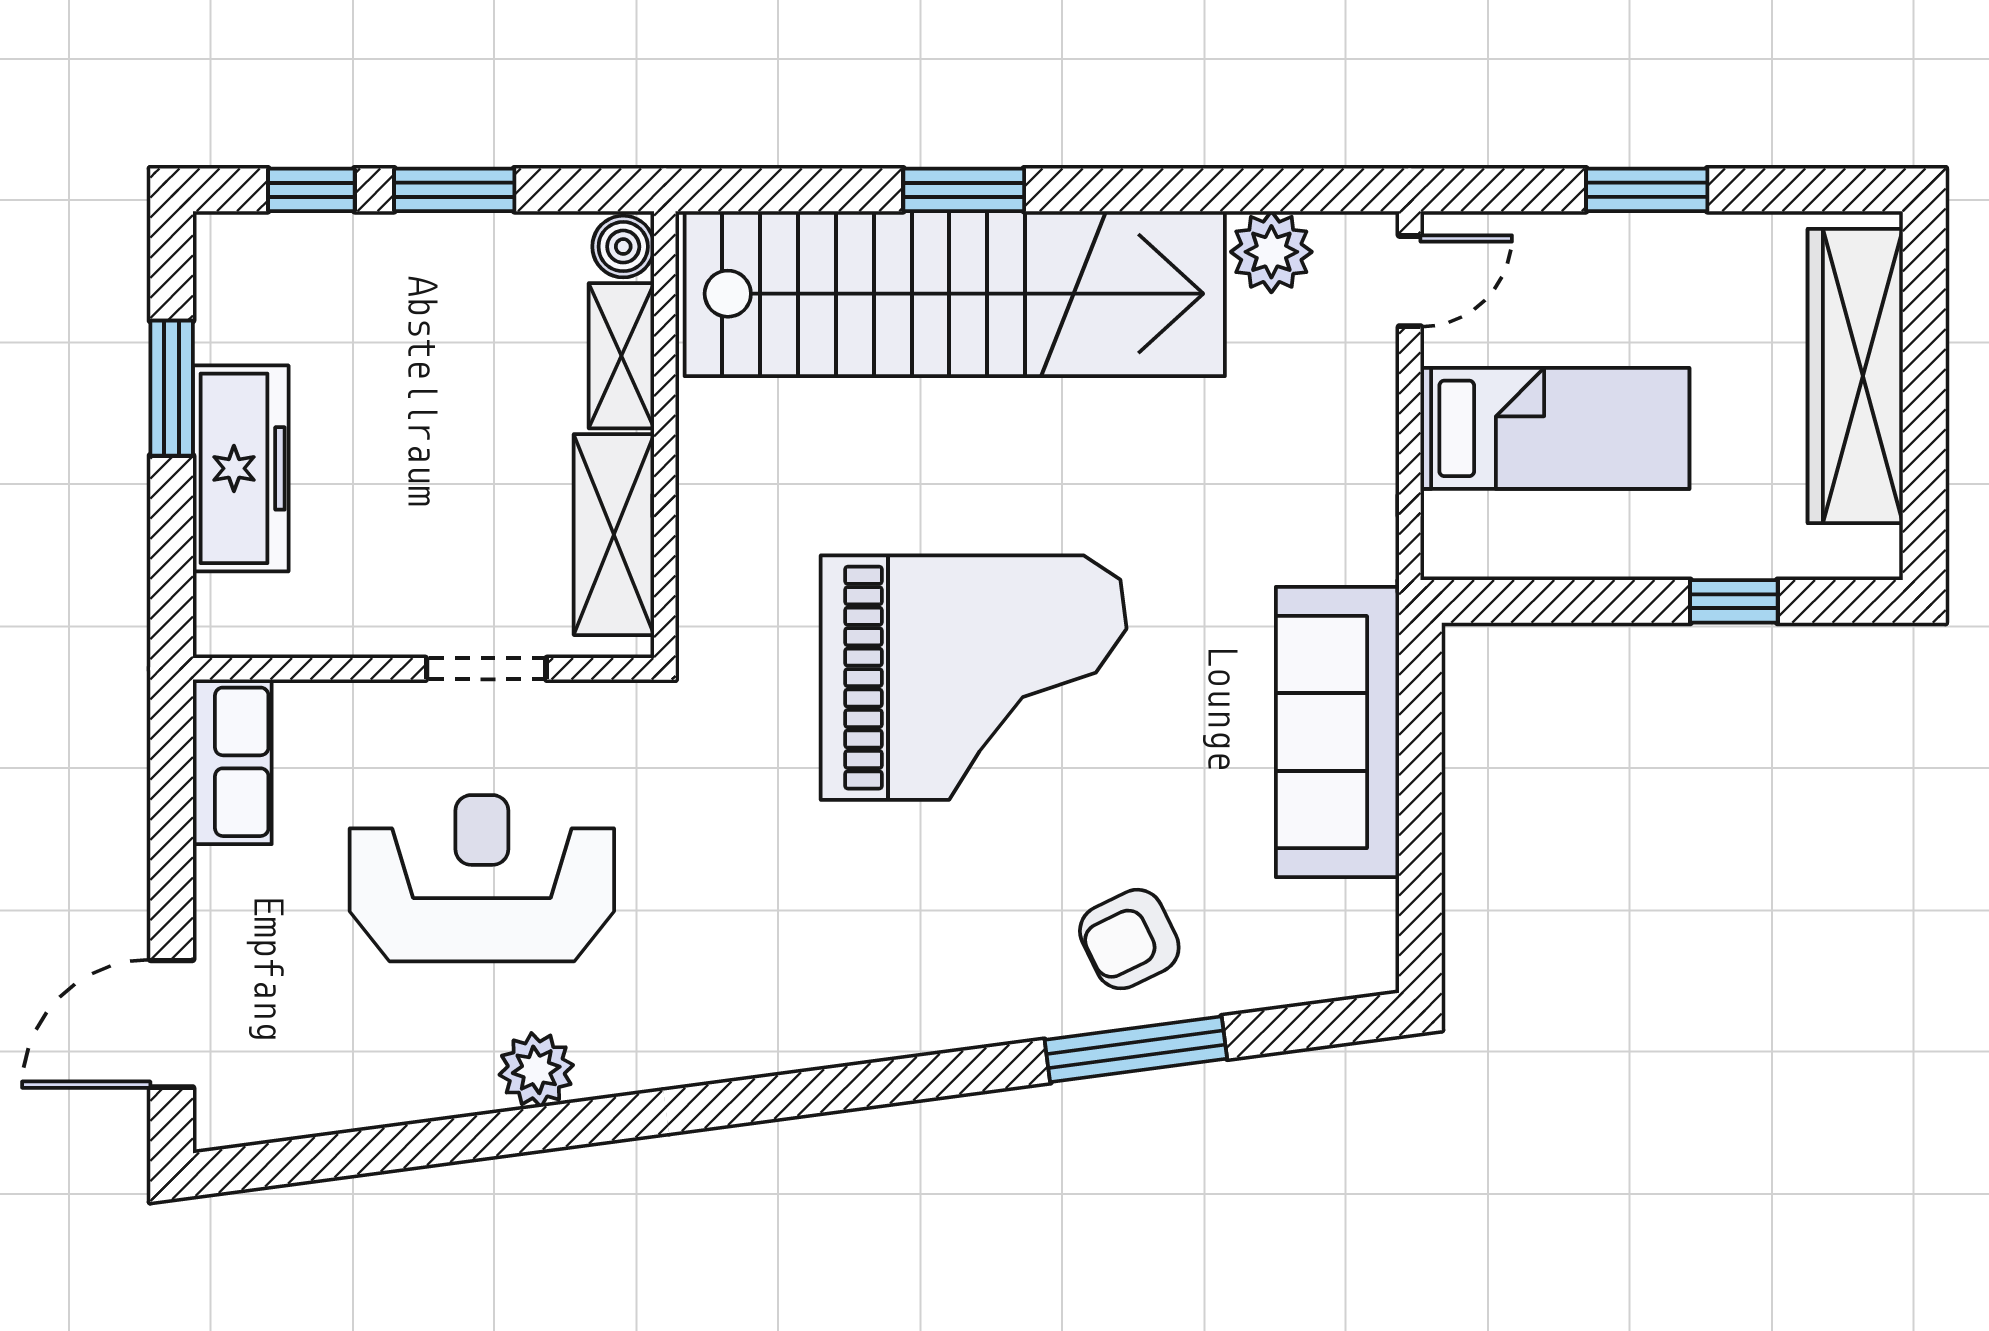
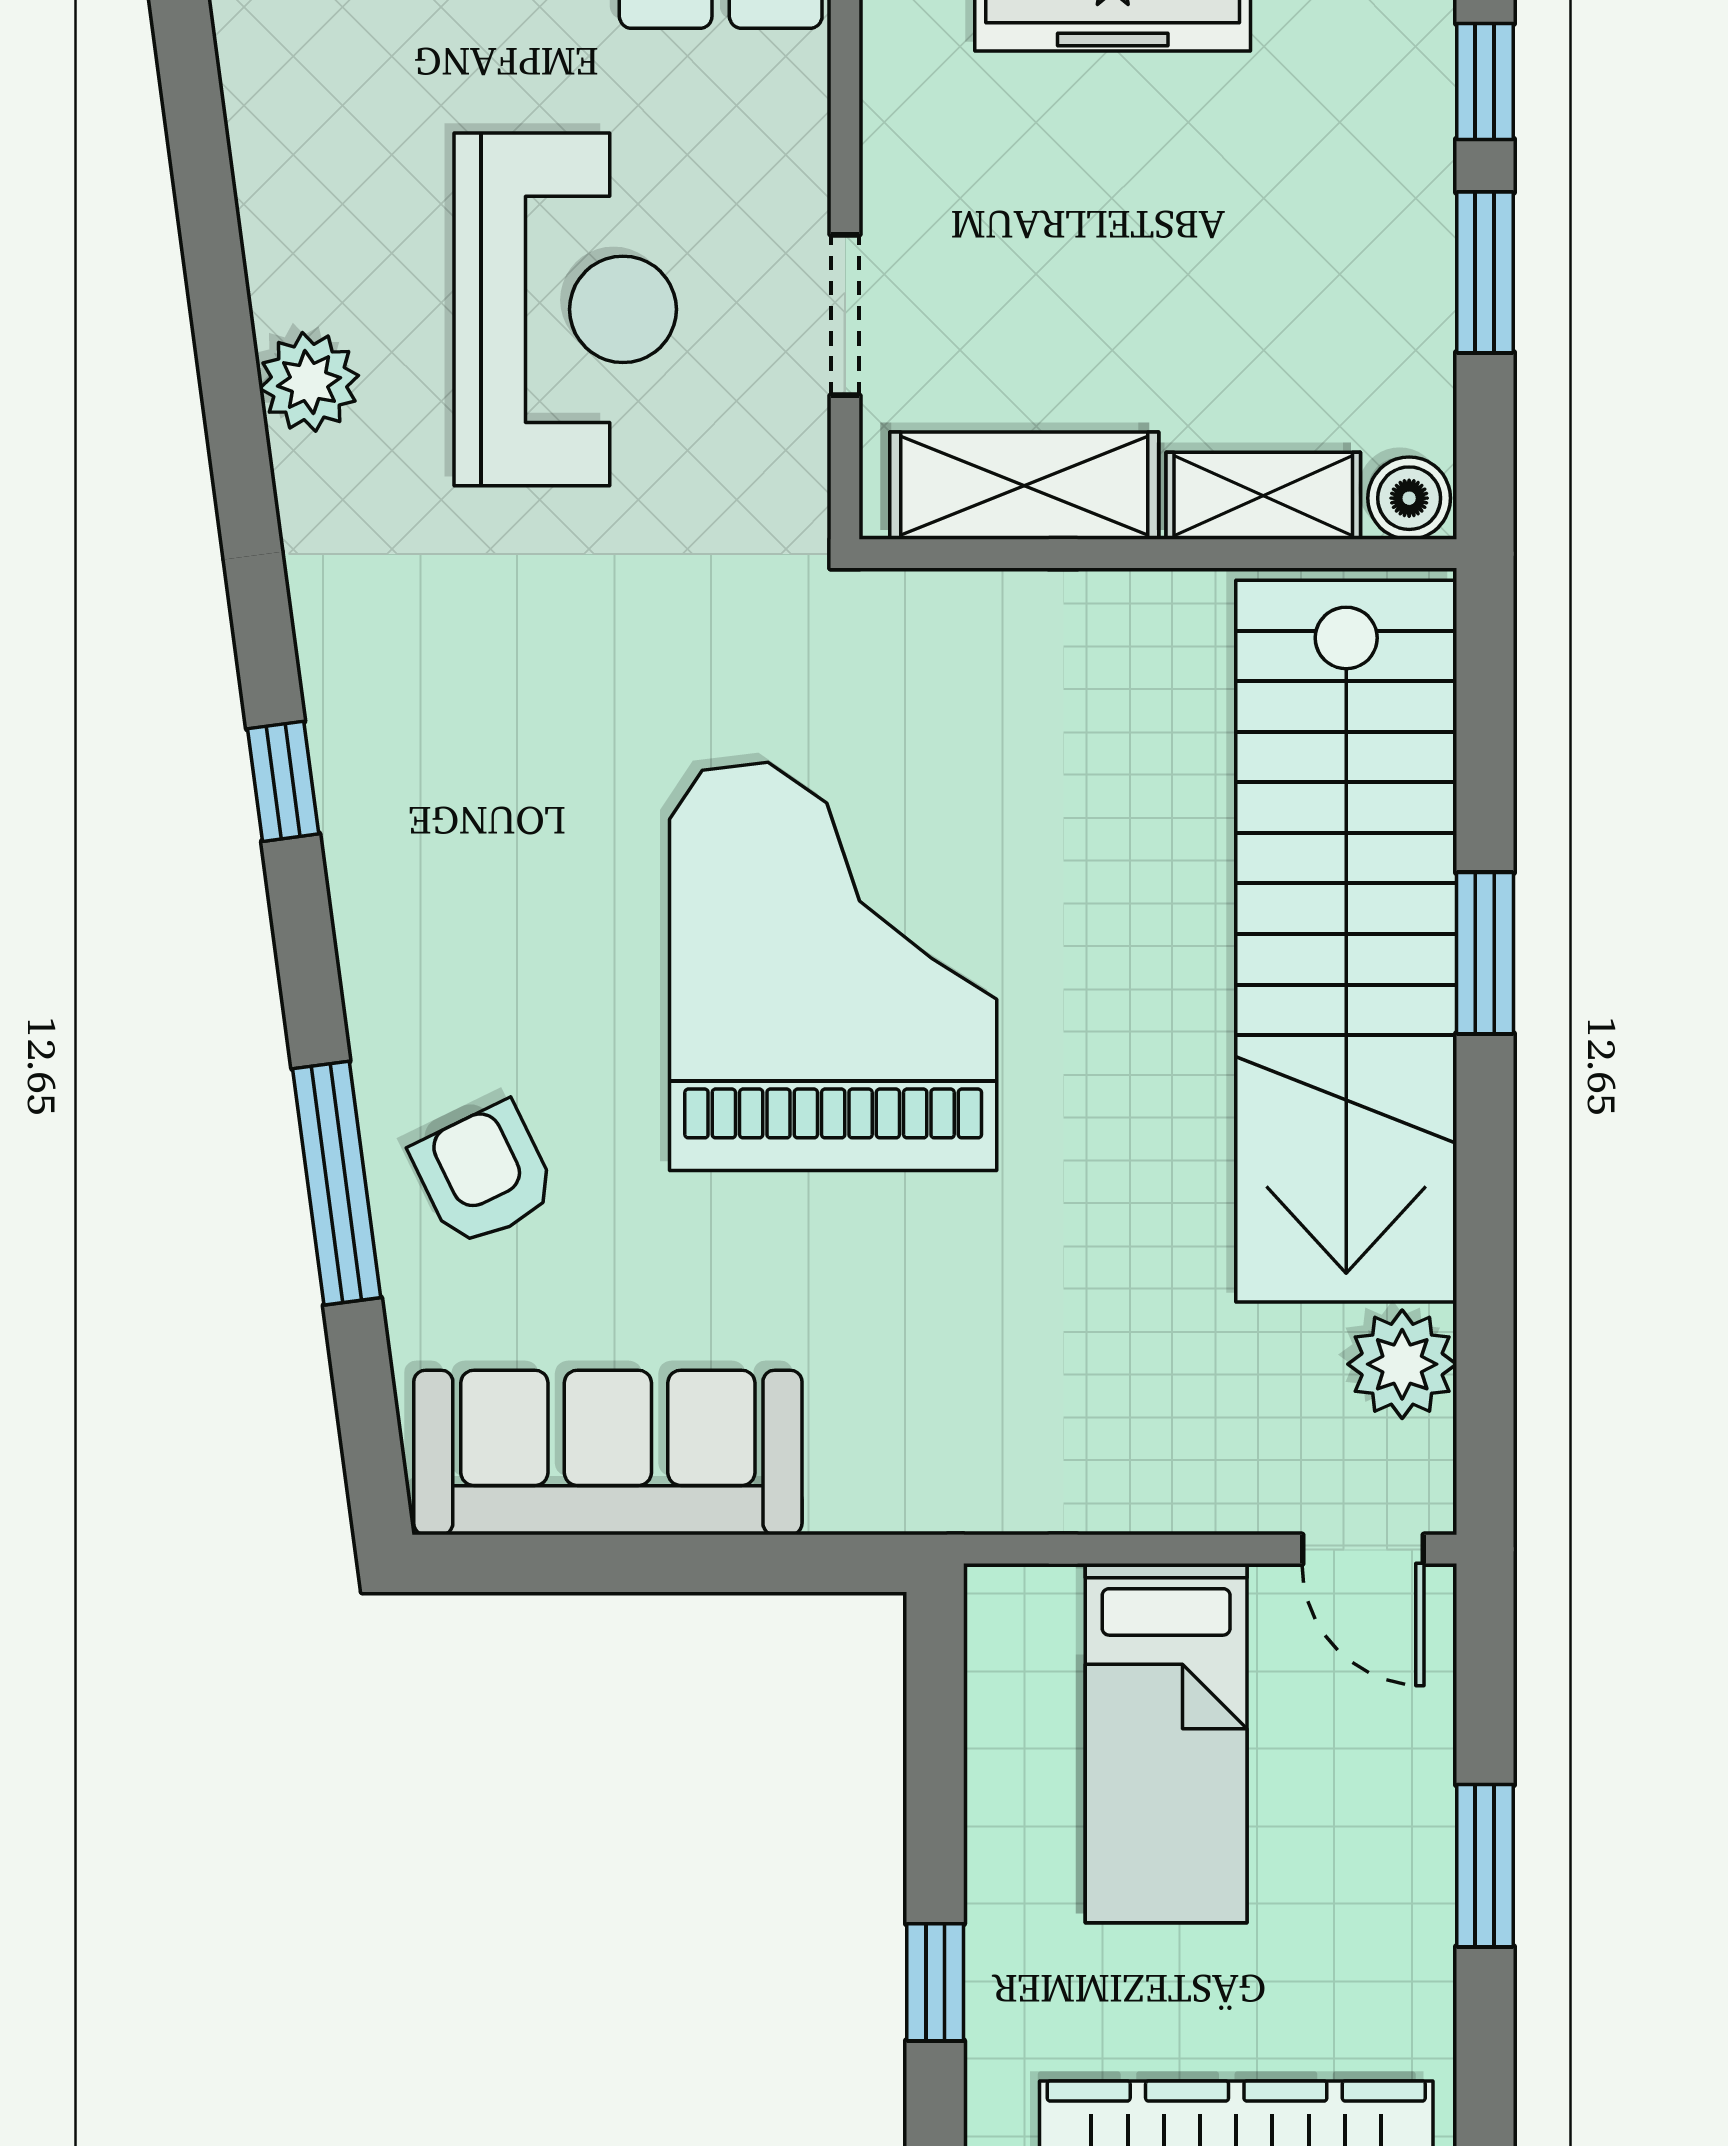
grand piano: (974, 678) -> (833, 966), turned 180
sofa: (1337, 732) -> (608, 1453), moved
window: (835, 1089) -> (283, 781), added

